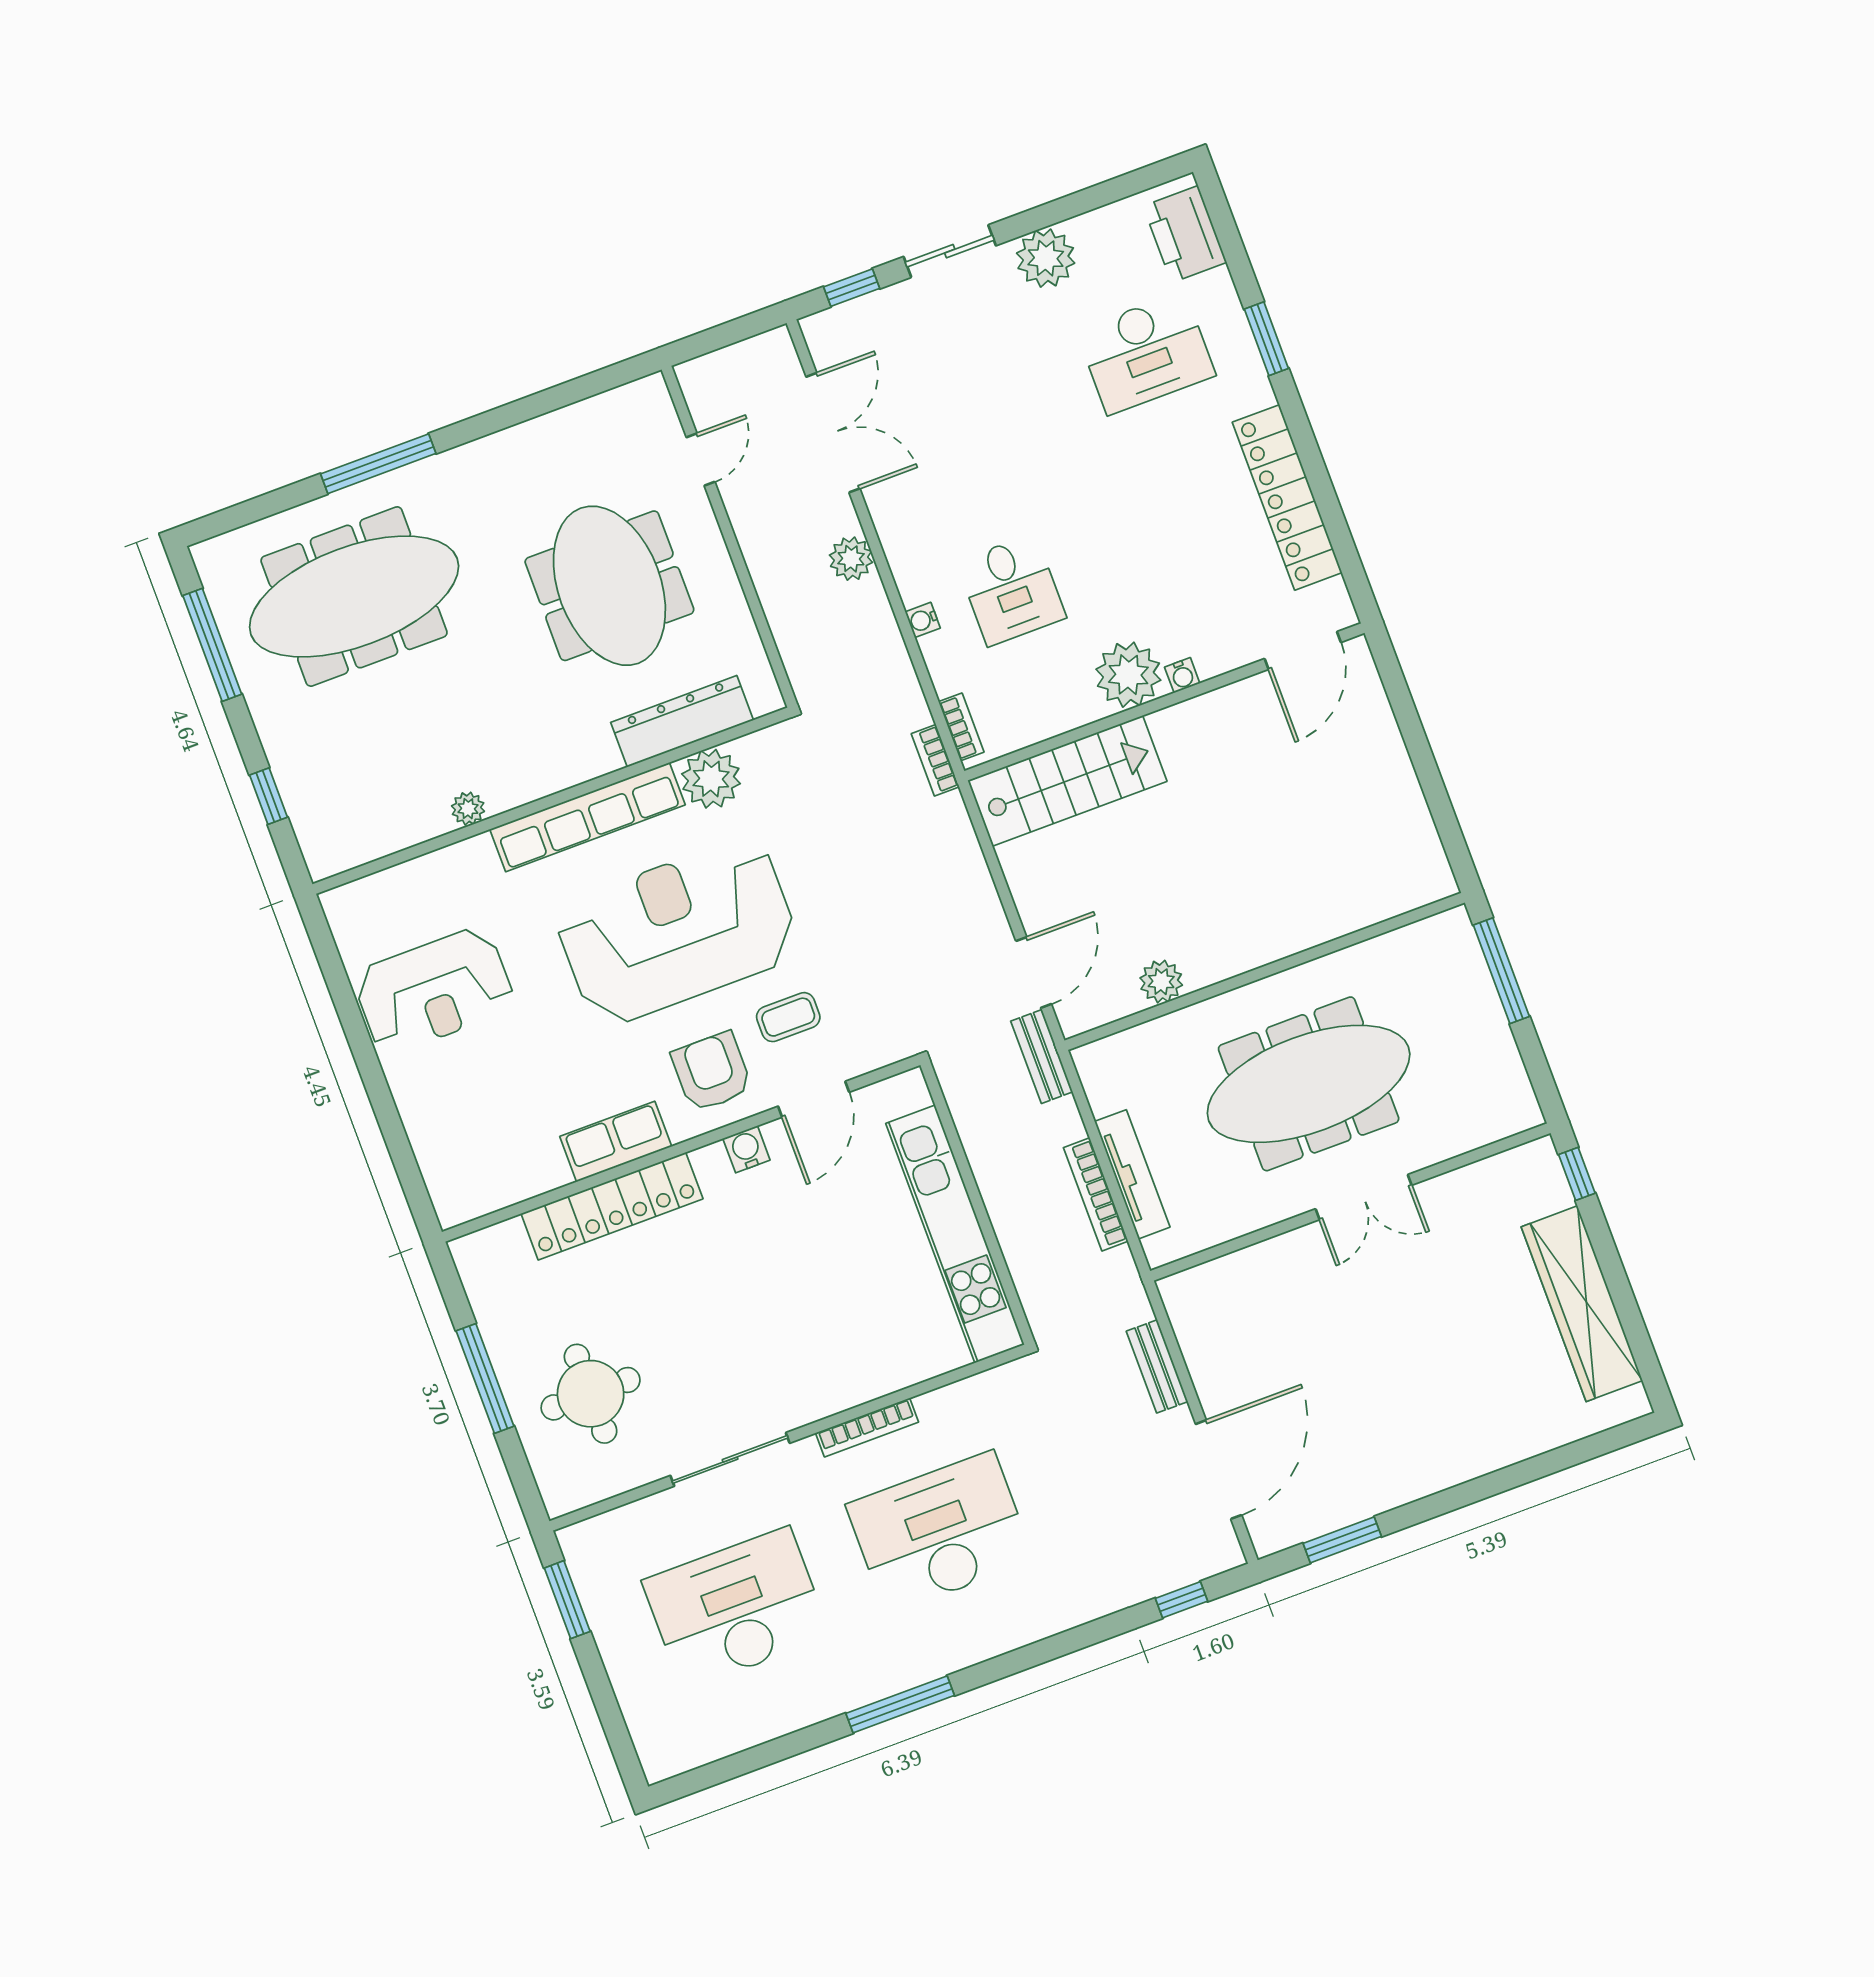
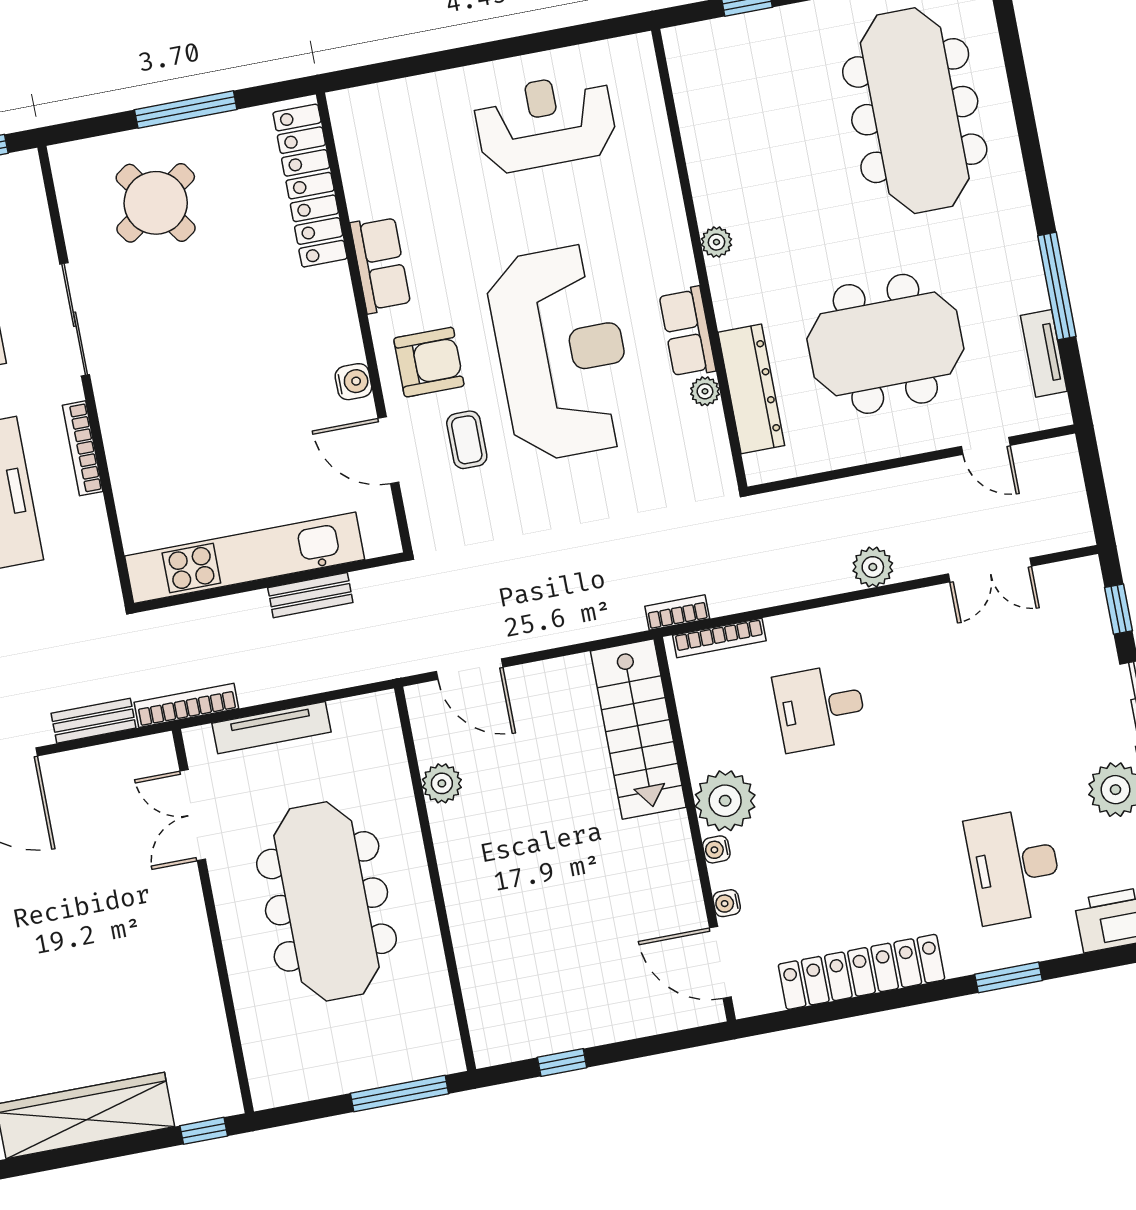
tv unit: (591, 414) -> (1044, 353), added
double door: (833, 433) -> (990, 570), width x0.73
window: (378, 464) -> (1057, 286), moved
water cooler: (923, 620) -> (727, 903), moved, turned -90
bookcase: (961, 727) -> (719, 638), width x1.56
plant: (711, 779) -> (705, 391), width x0.53, depth x0.53
window: (1439, 802) -> (562, 1063), added
plant: (468, 809) -> (716, 242), moved
row of seats: (587, 817) -> (687, 332), width x0.50
reception desk: (434, 991) -> (545, 123), turned 90
bench: (1042, 1056) -> (310, 595), moved
bookcase: (1096, 1194) -> (186, 705), moved
double door: (1364, 1197) -> (193, 815), moved
locker: (612, 1206) -> (310, 186), moved
round table: (591, 1394) -> (156, 203), turned -35

